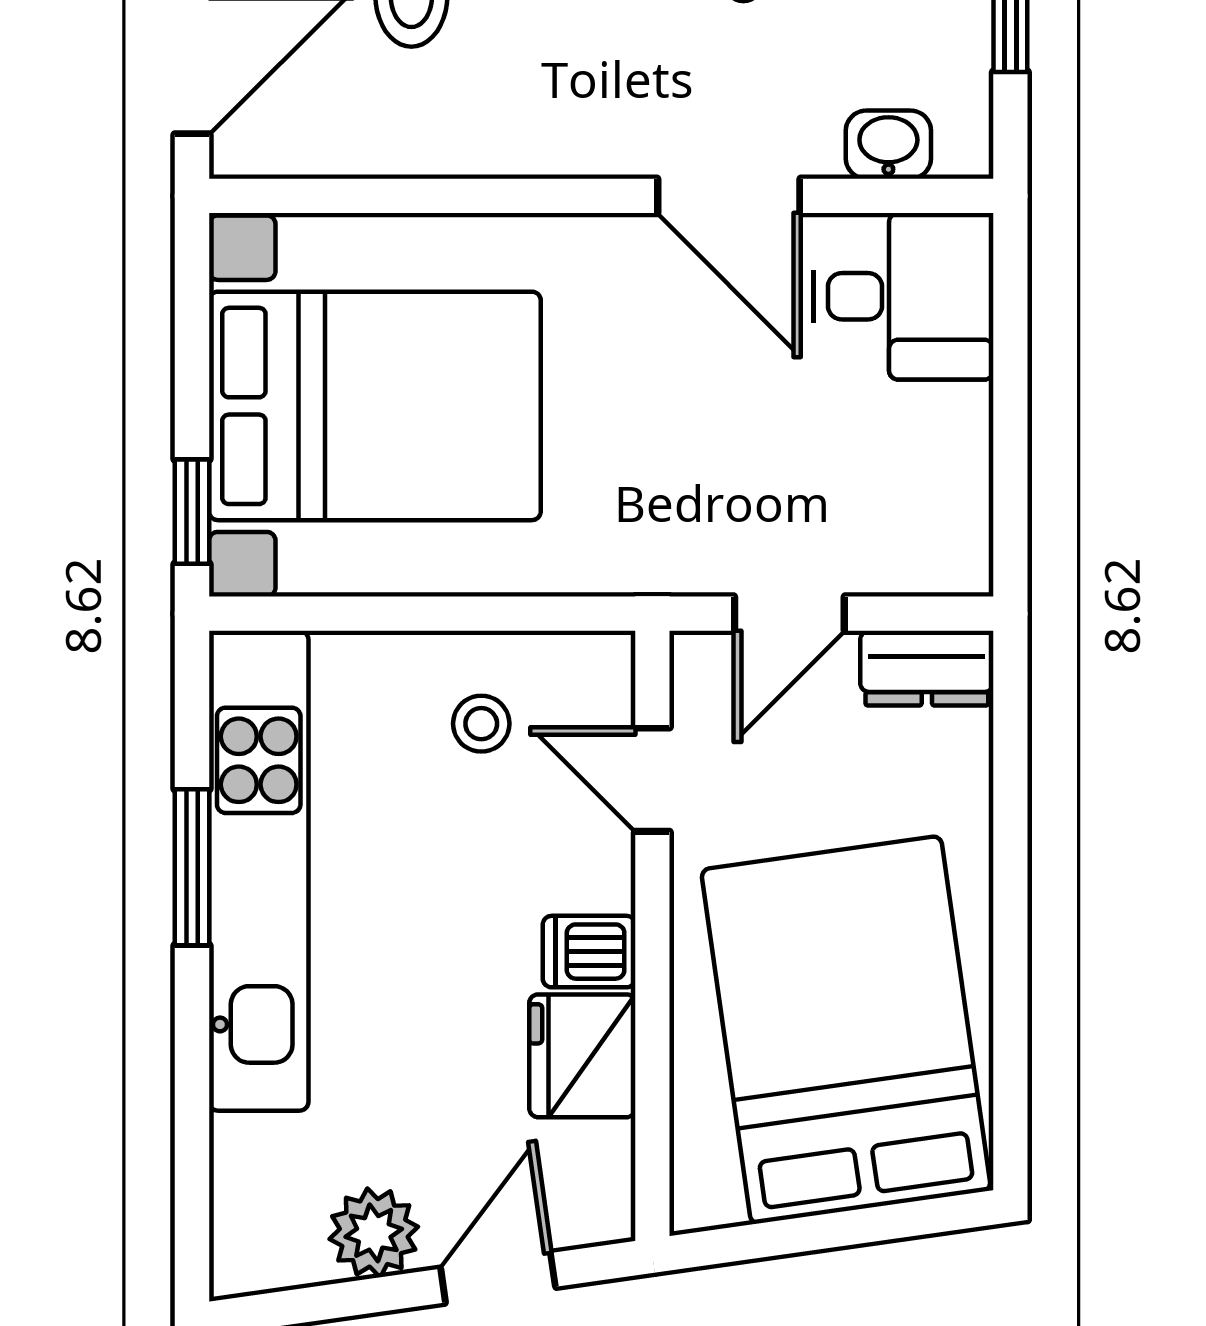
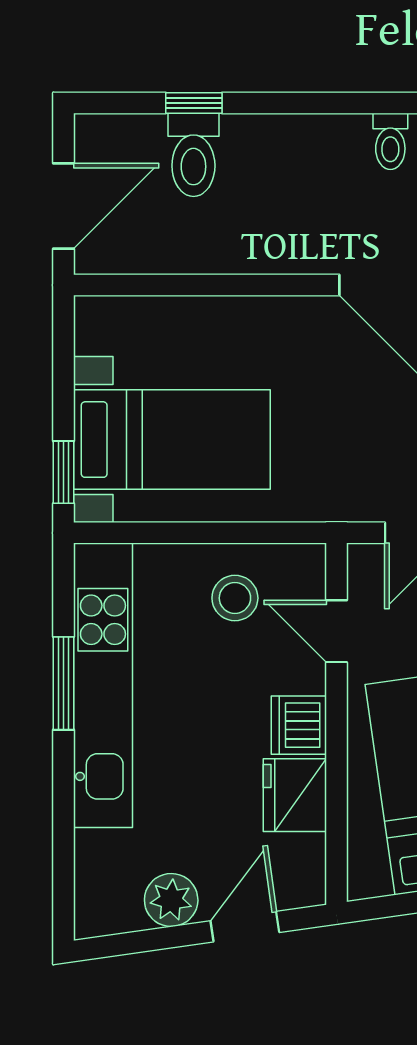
bed with nightstands: (375, 406) -> (172, 440), width x0.73
stool: (481, 724) -> (235, 598), width x1.37, depth x1.37
dishwasher: (589, 952) -> (299, 725), width x1.38

